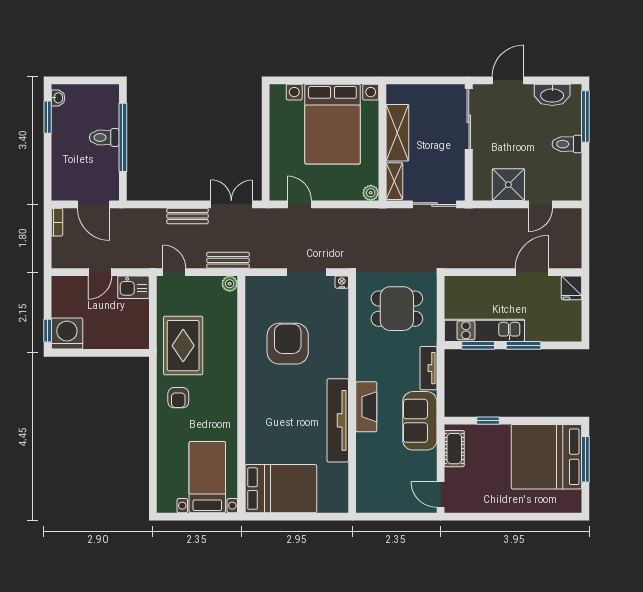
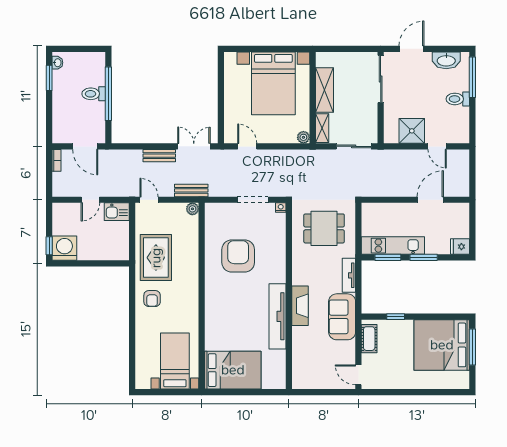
door: (541, 204) -> (437, 146), hinge flipped
fridge: (572, 288) -> (460, 247), moved, turned 90

